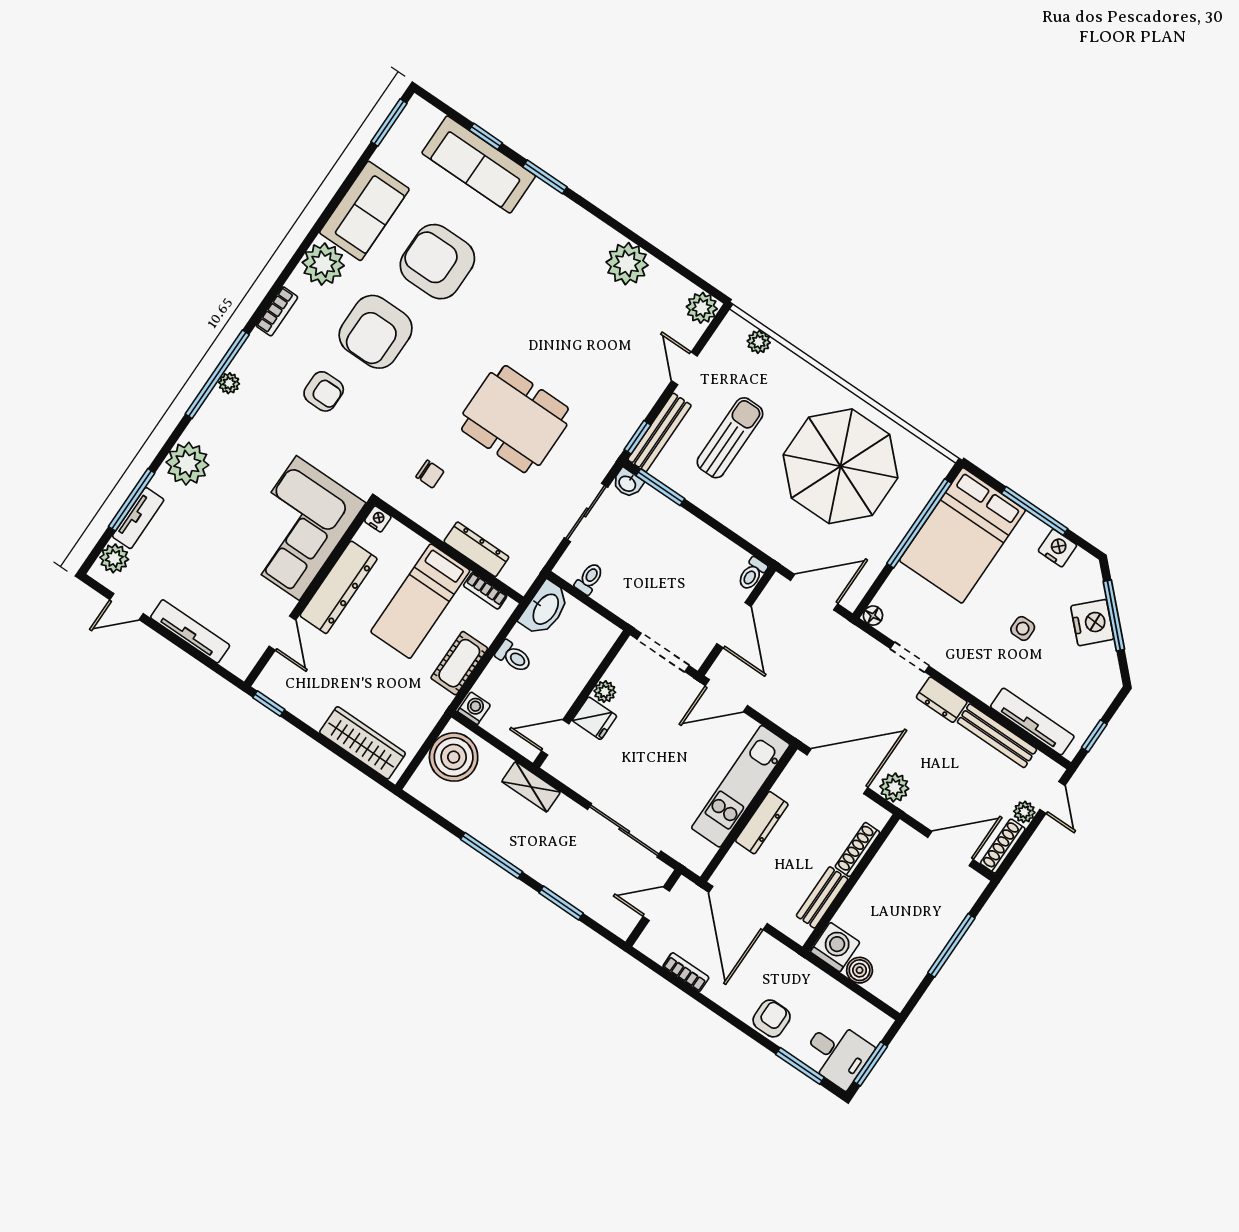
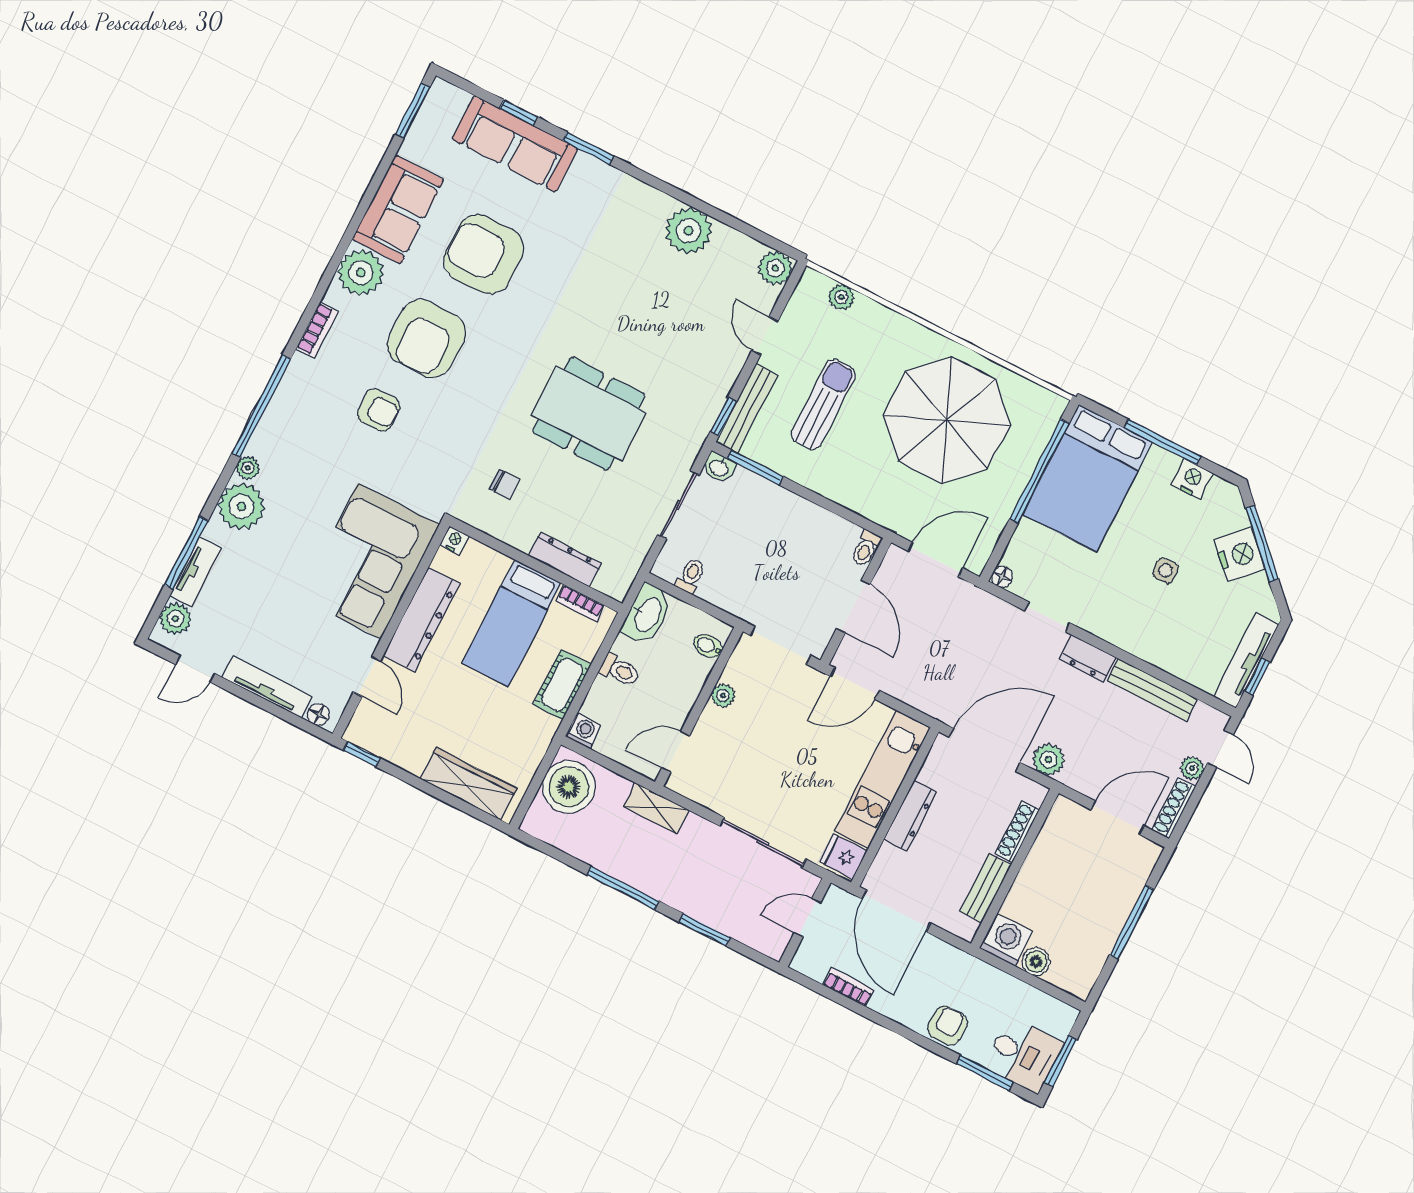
plant: (229, 383) -> (248, 468), moved
bidet: (597, 645) -> (708, 646), added
floor lamp: (234, 662) -> (318, 715), added
fridge: (595, 718) -> (843, 856), moved, turned 180
tv unit: (1032, 722) -> (1246, 660), moved, turned -90

